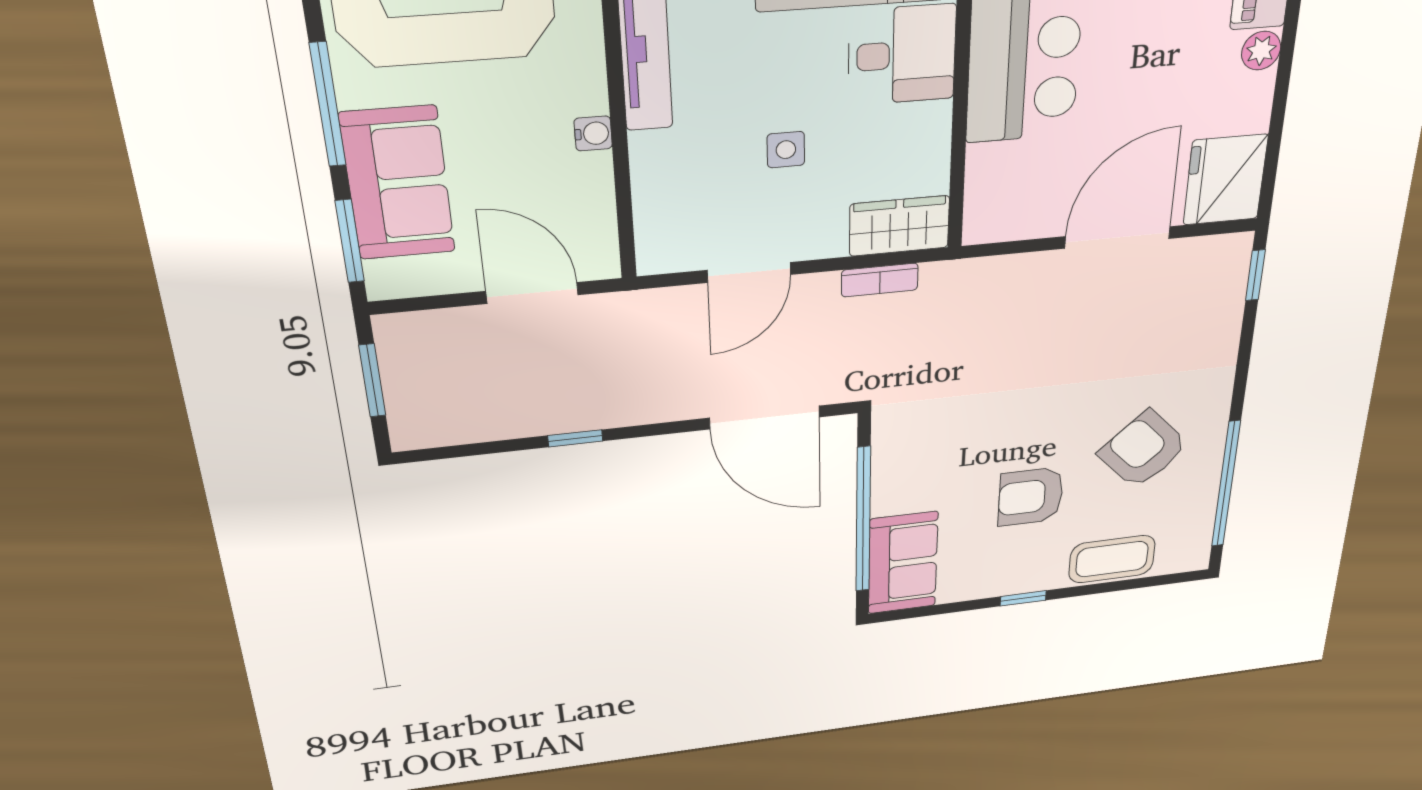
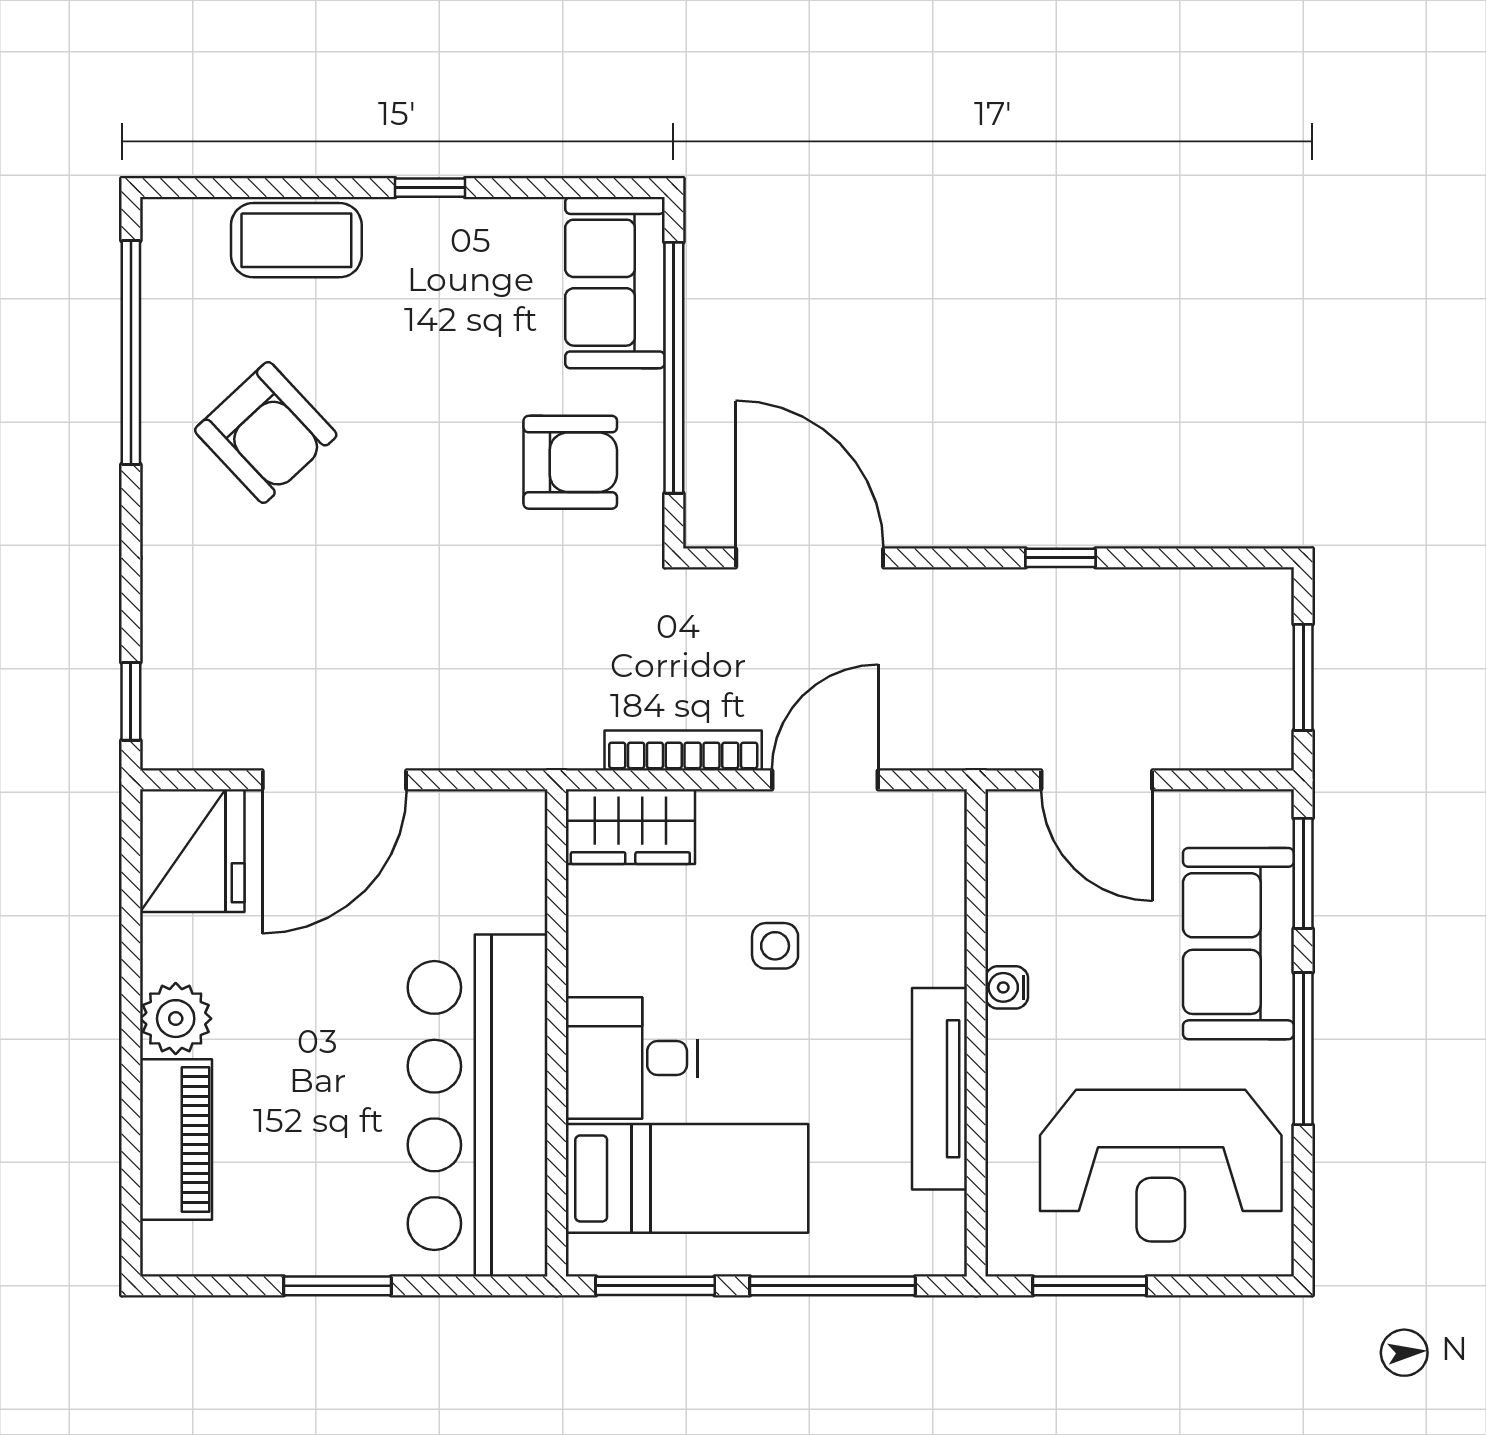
plant: (1261, 51) -> (176, 1019), width x1.38, depth x1.38
bookcase: (880, 280) -> (683, 751), width x1.56
armchair: (1031, 497) -> (570, 462), moved

